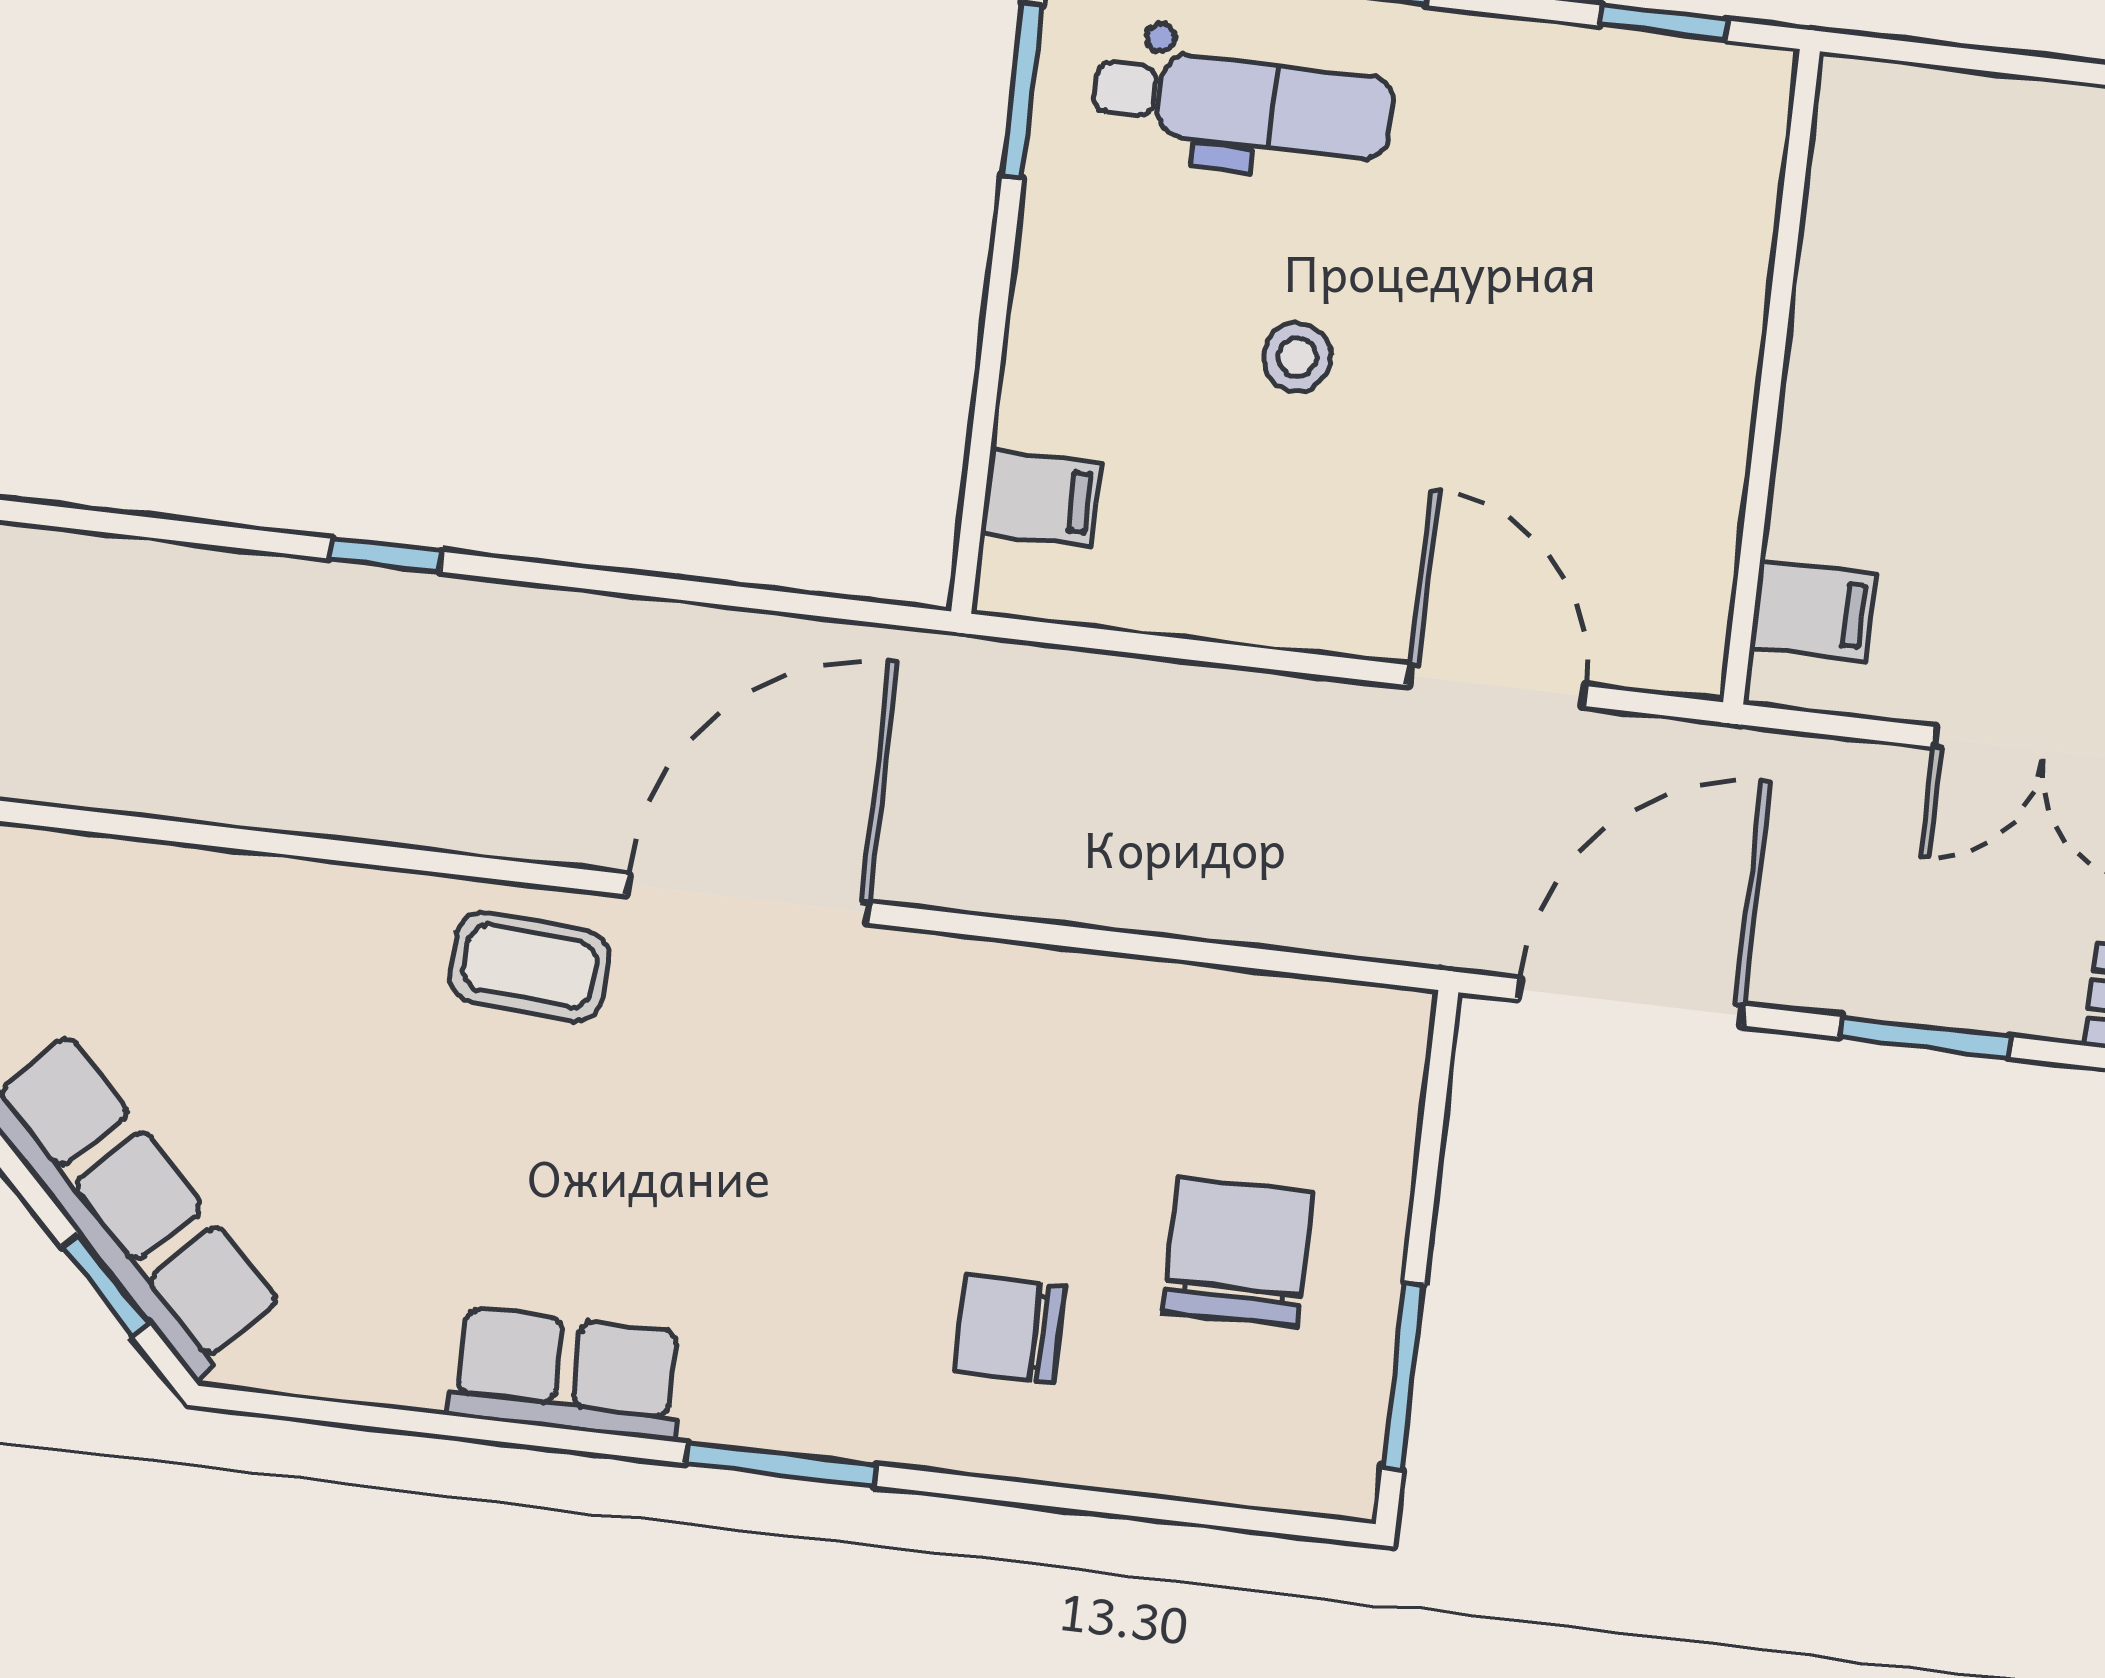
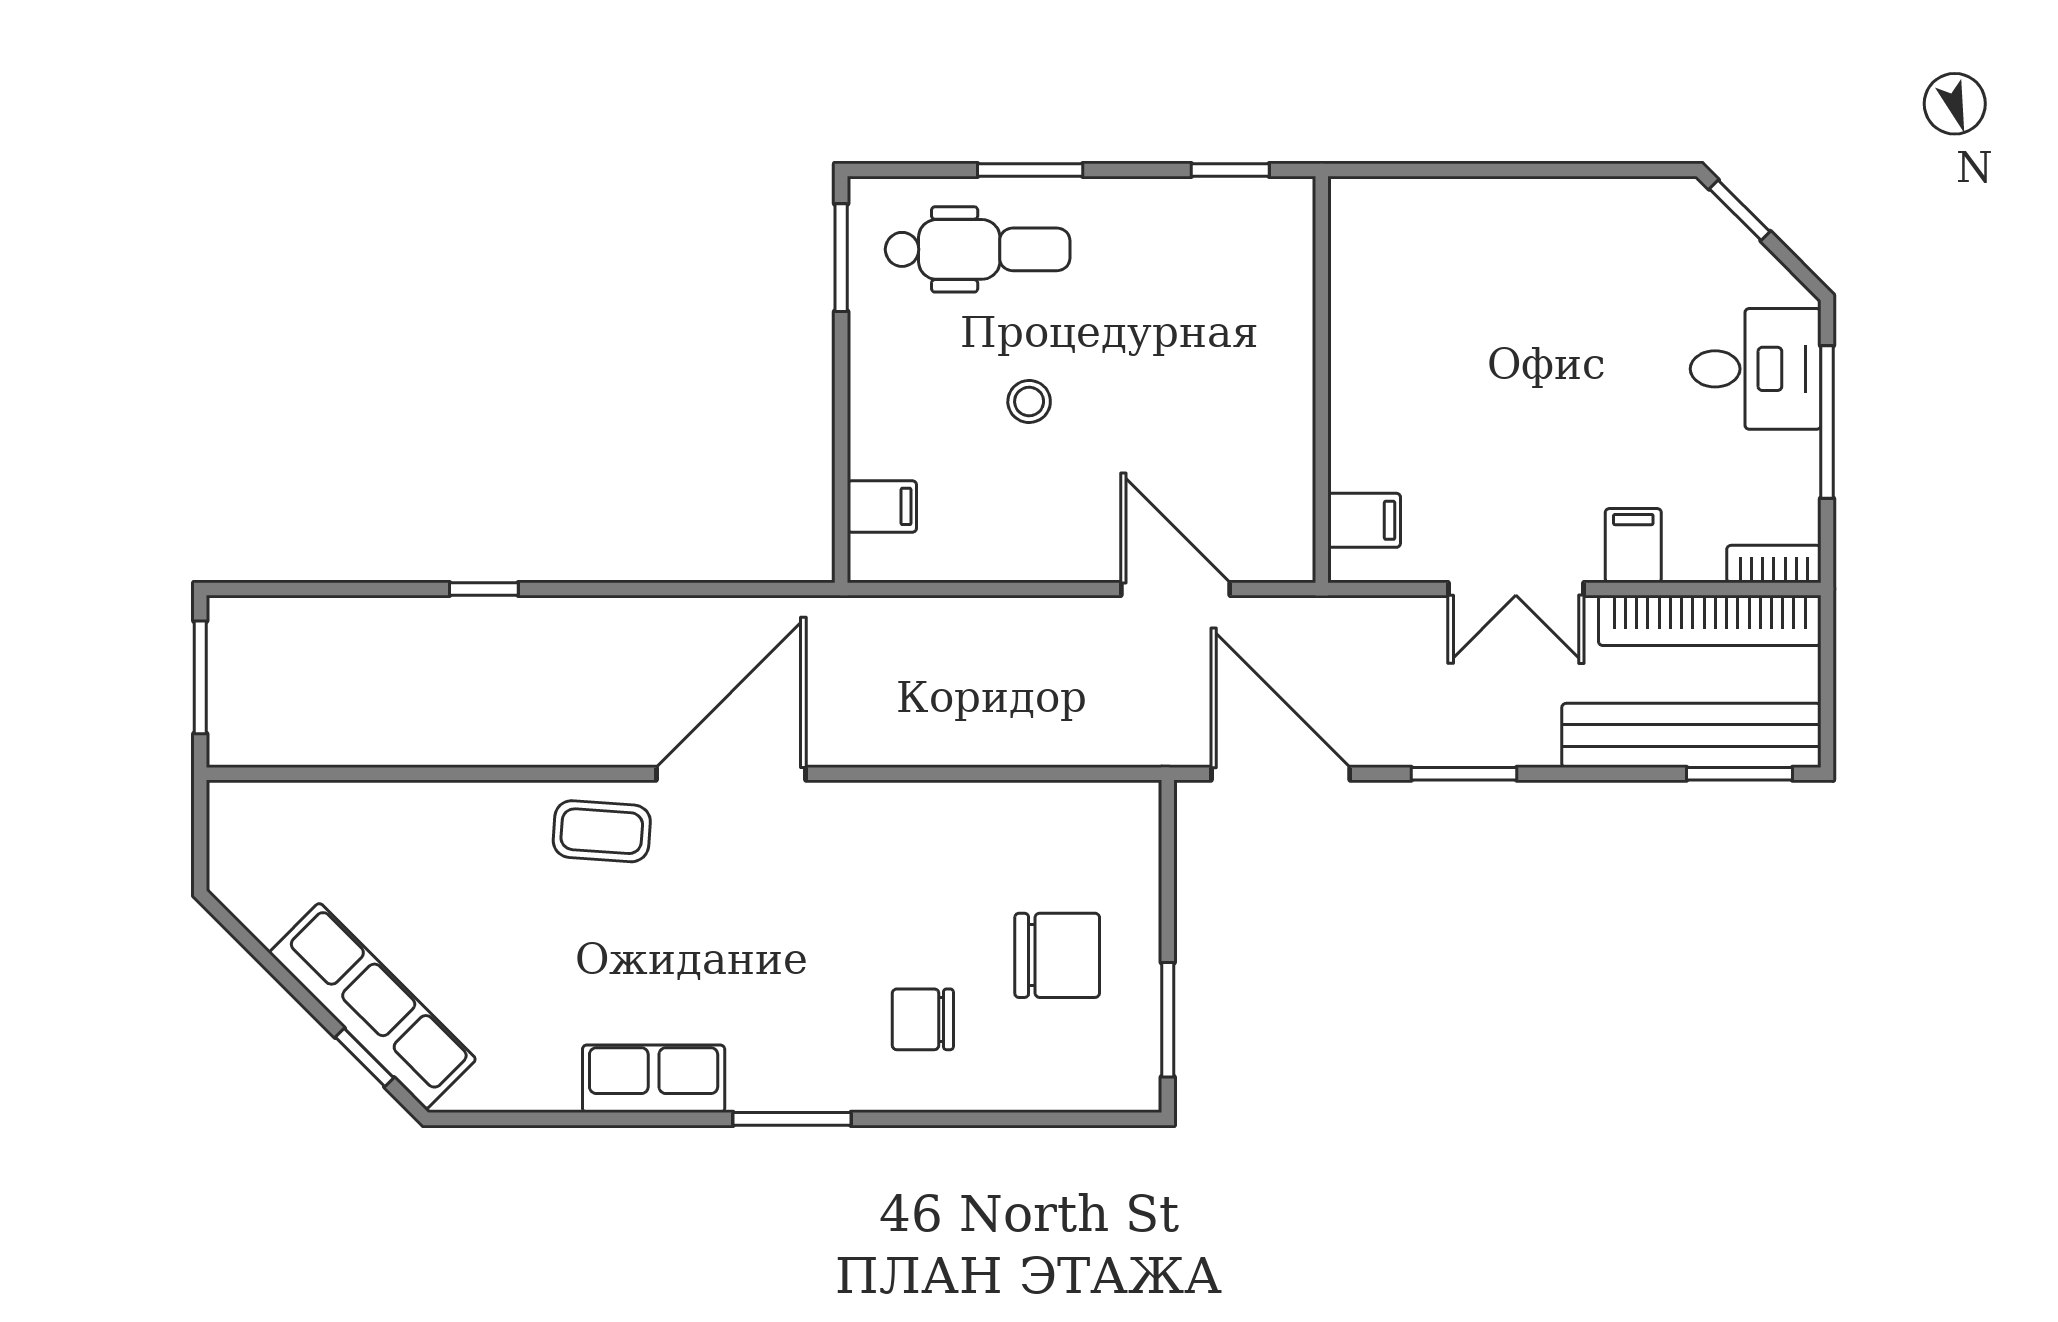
door: (1631, 1002) -> (1281, 774), hinge flipped
chair: (1238, 1252) -> (1057, 955), turned 90

